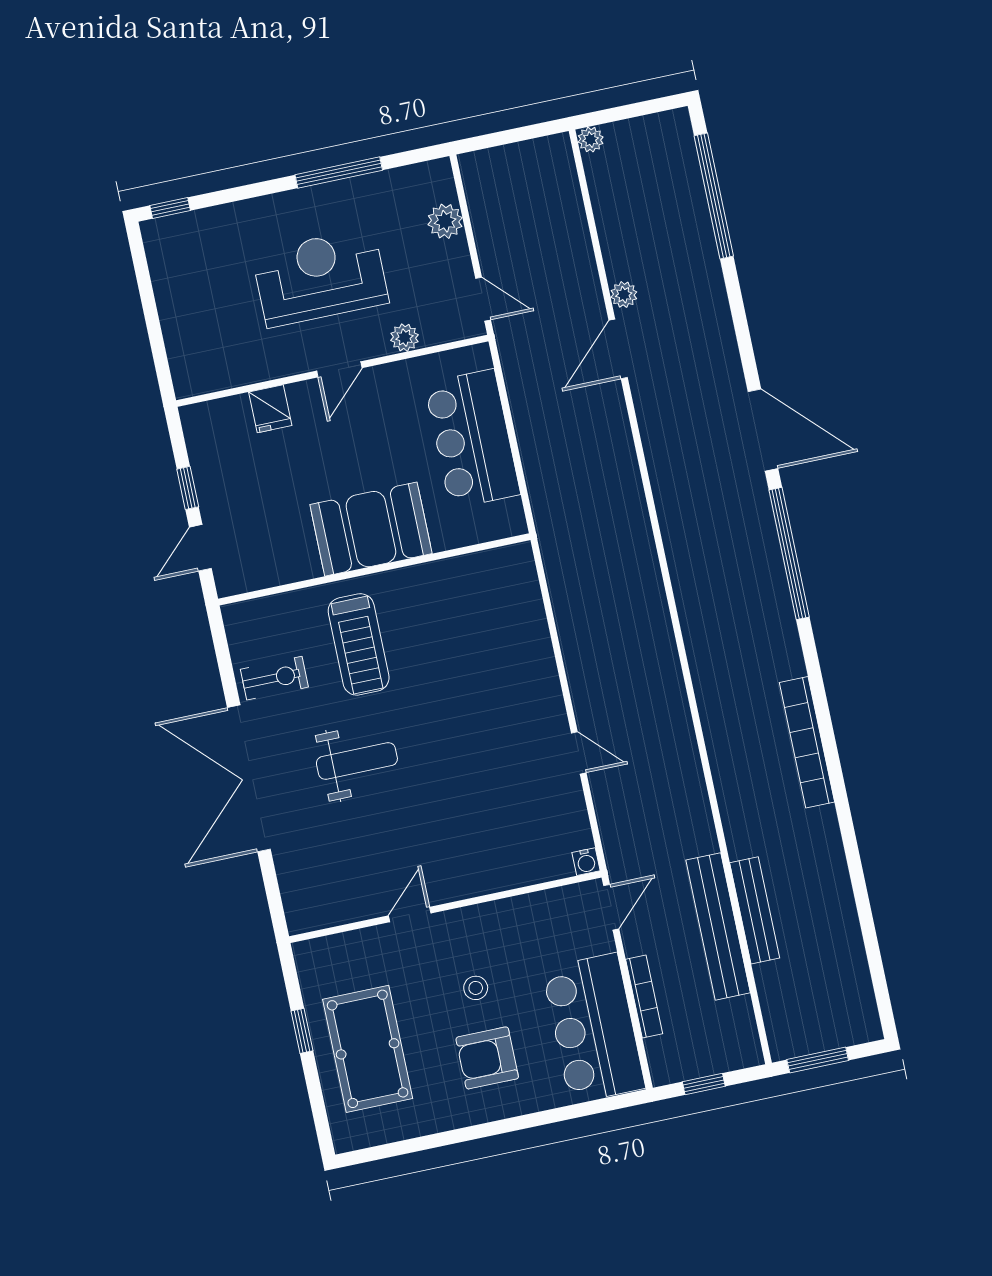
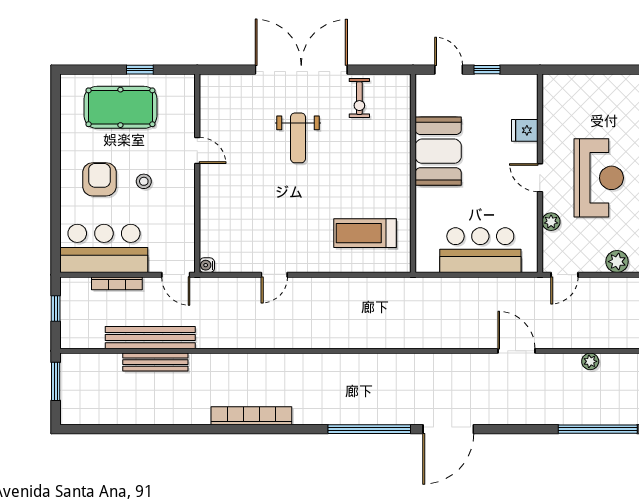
plant: (624, 295) -> (590, 361), moved
booth: (371, 529) -> (438, 151), moved
treadmill: (359, 644) -> (365, 233), moved

